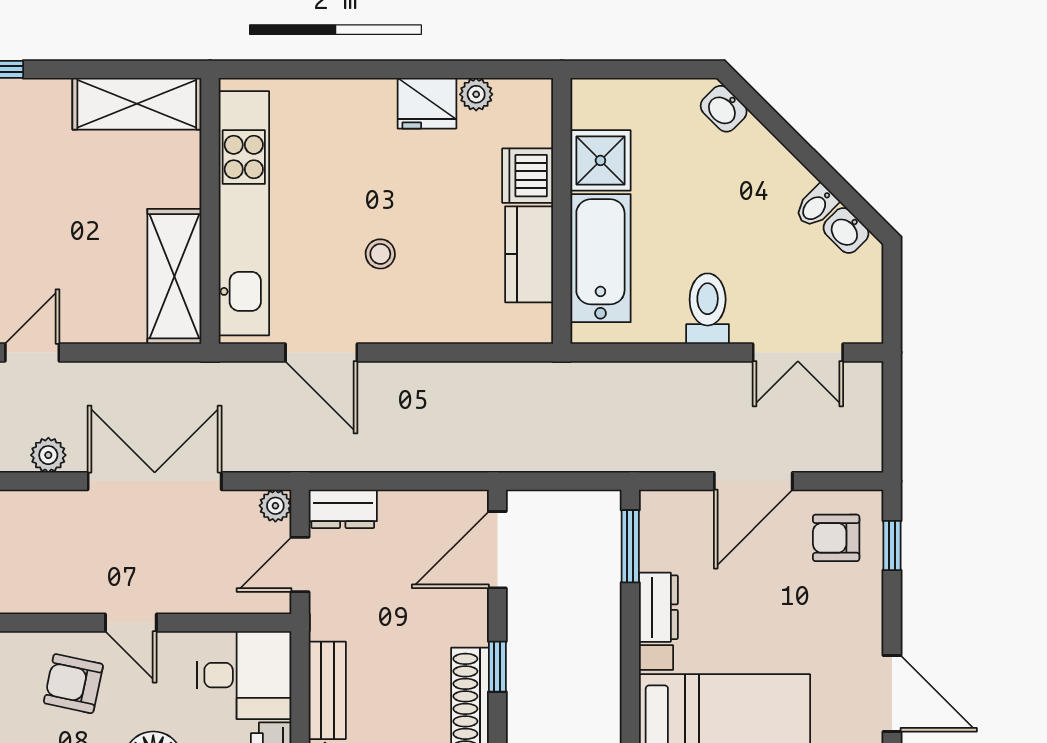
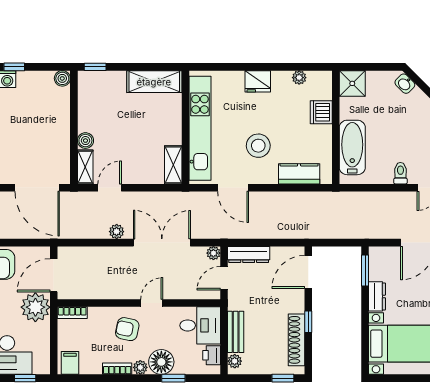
fridge: (427, 103) -> (258, 81), moved
shower: (600, 160) -> (352, 83), moved
stool: (380, 254) -> (258, 146), width x1.89, depth x1.89
kitchen counter: (529, 254) -> (299, 174), moved, turned 90
shelving: (174, 276) -> (173, 165), width x0.67, depth x0.75
toilet: (708, 309) -> (400, 173), width x0.73, depth x0.72
dresser: (343, 509) -> (249, 255), width x1.44
door: (131, 623) -> (152, 303), swing flipped

